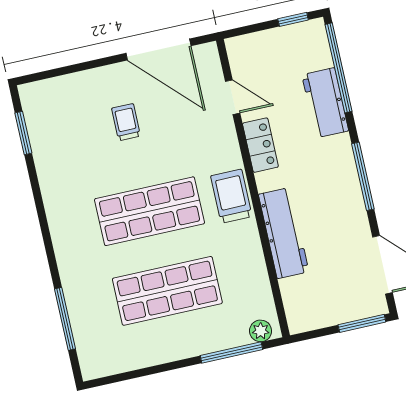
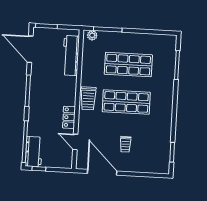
workbench: (325, 103) -> (34, 152), moved
workbench: (284, 233) -> (71, 56), moved

